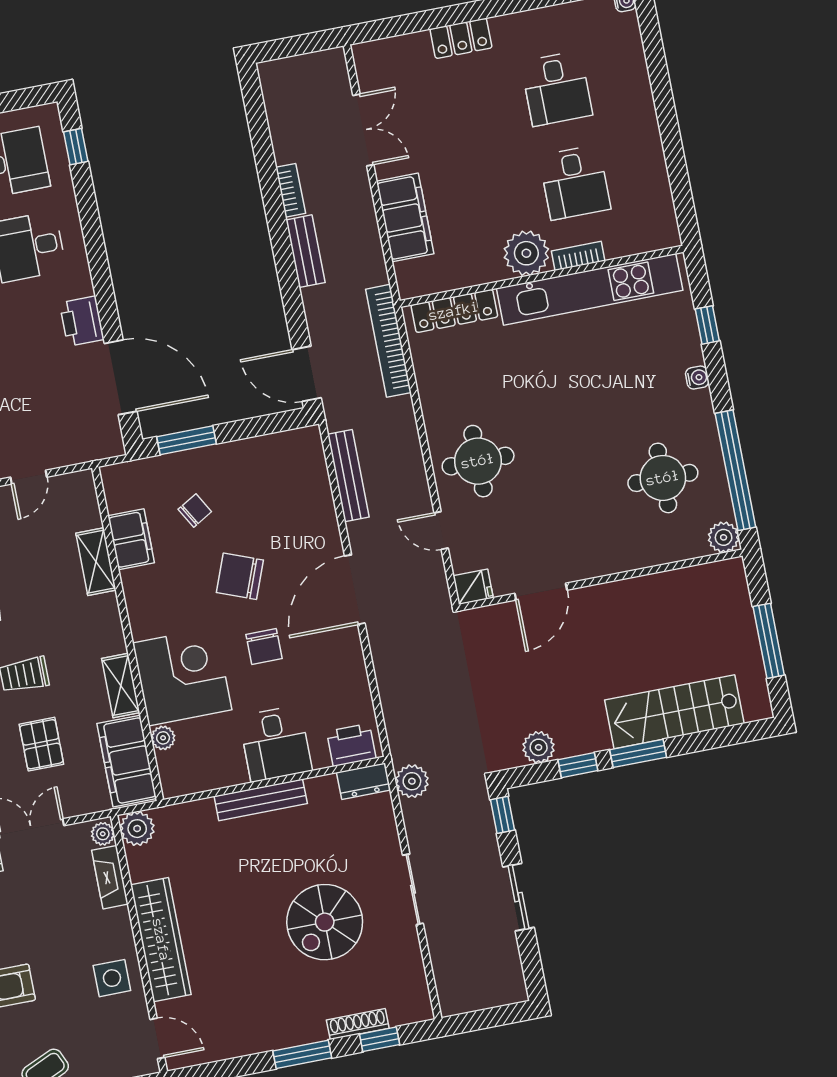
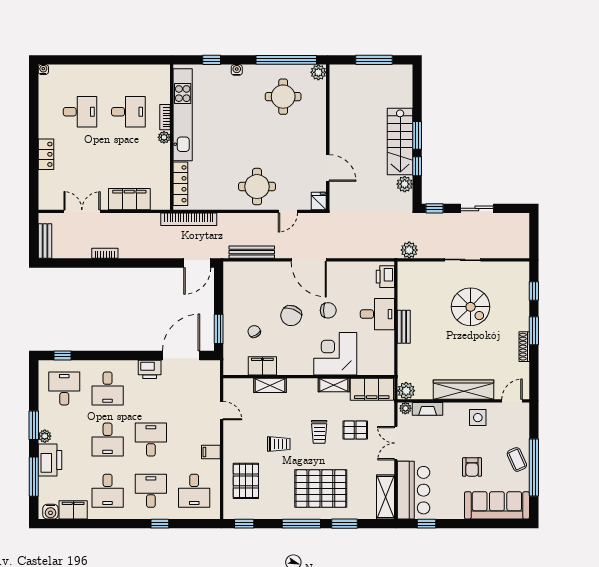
bench: (305, 251) -> (45, 241), moved, turned 90
plant: (526, 253) -> (164, 137), width x0.53, depth x0.53
stairs: (674, 712) -> (400, 141), moved
plant: (163, 738) -> (364, 369), removed
dresser: (364, 781) -> (405, 274), removed
bench: (261, 800) -> (404, 327), width x0.73
shoe rack: (358, 1024) -> (524, 347), moved

